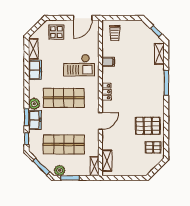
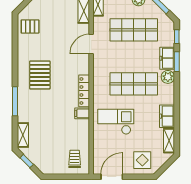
filing cabinet: (108, 62) -> (82, 113), moved
locker: (107, 92) -> (84, 91), width x1.53
door: (100, 121) -> (91, 44), moved
pallet: (148, 126) -> (40, 75), moved, turned 90

